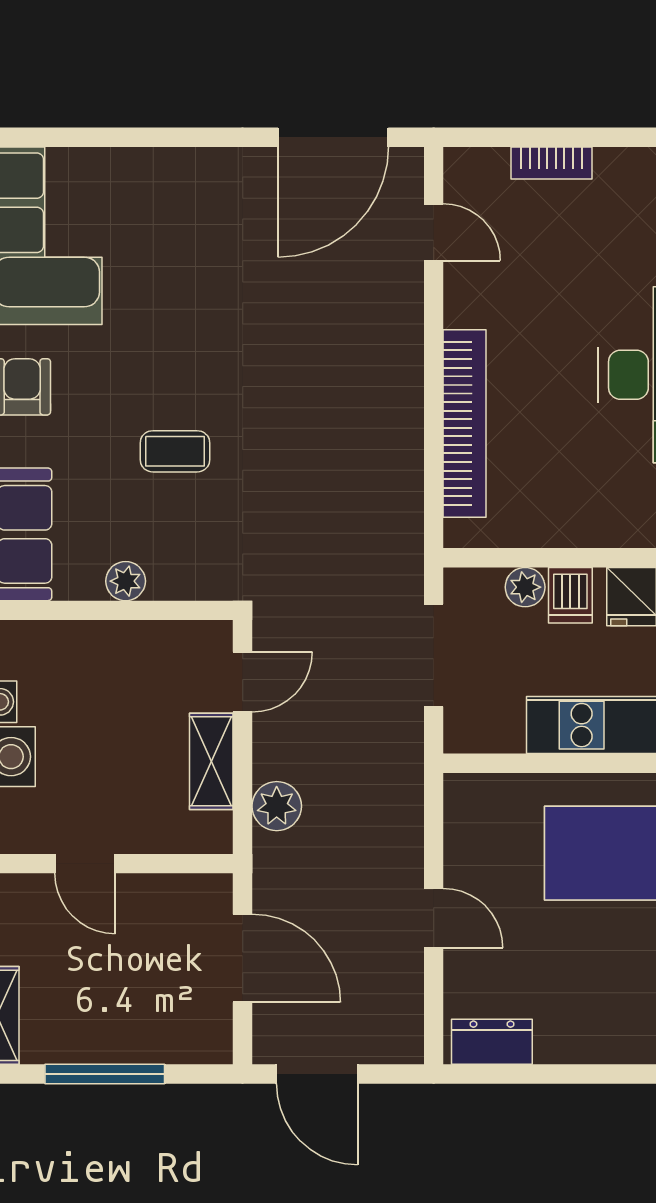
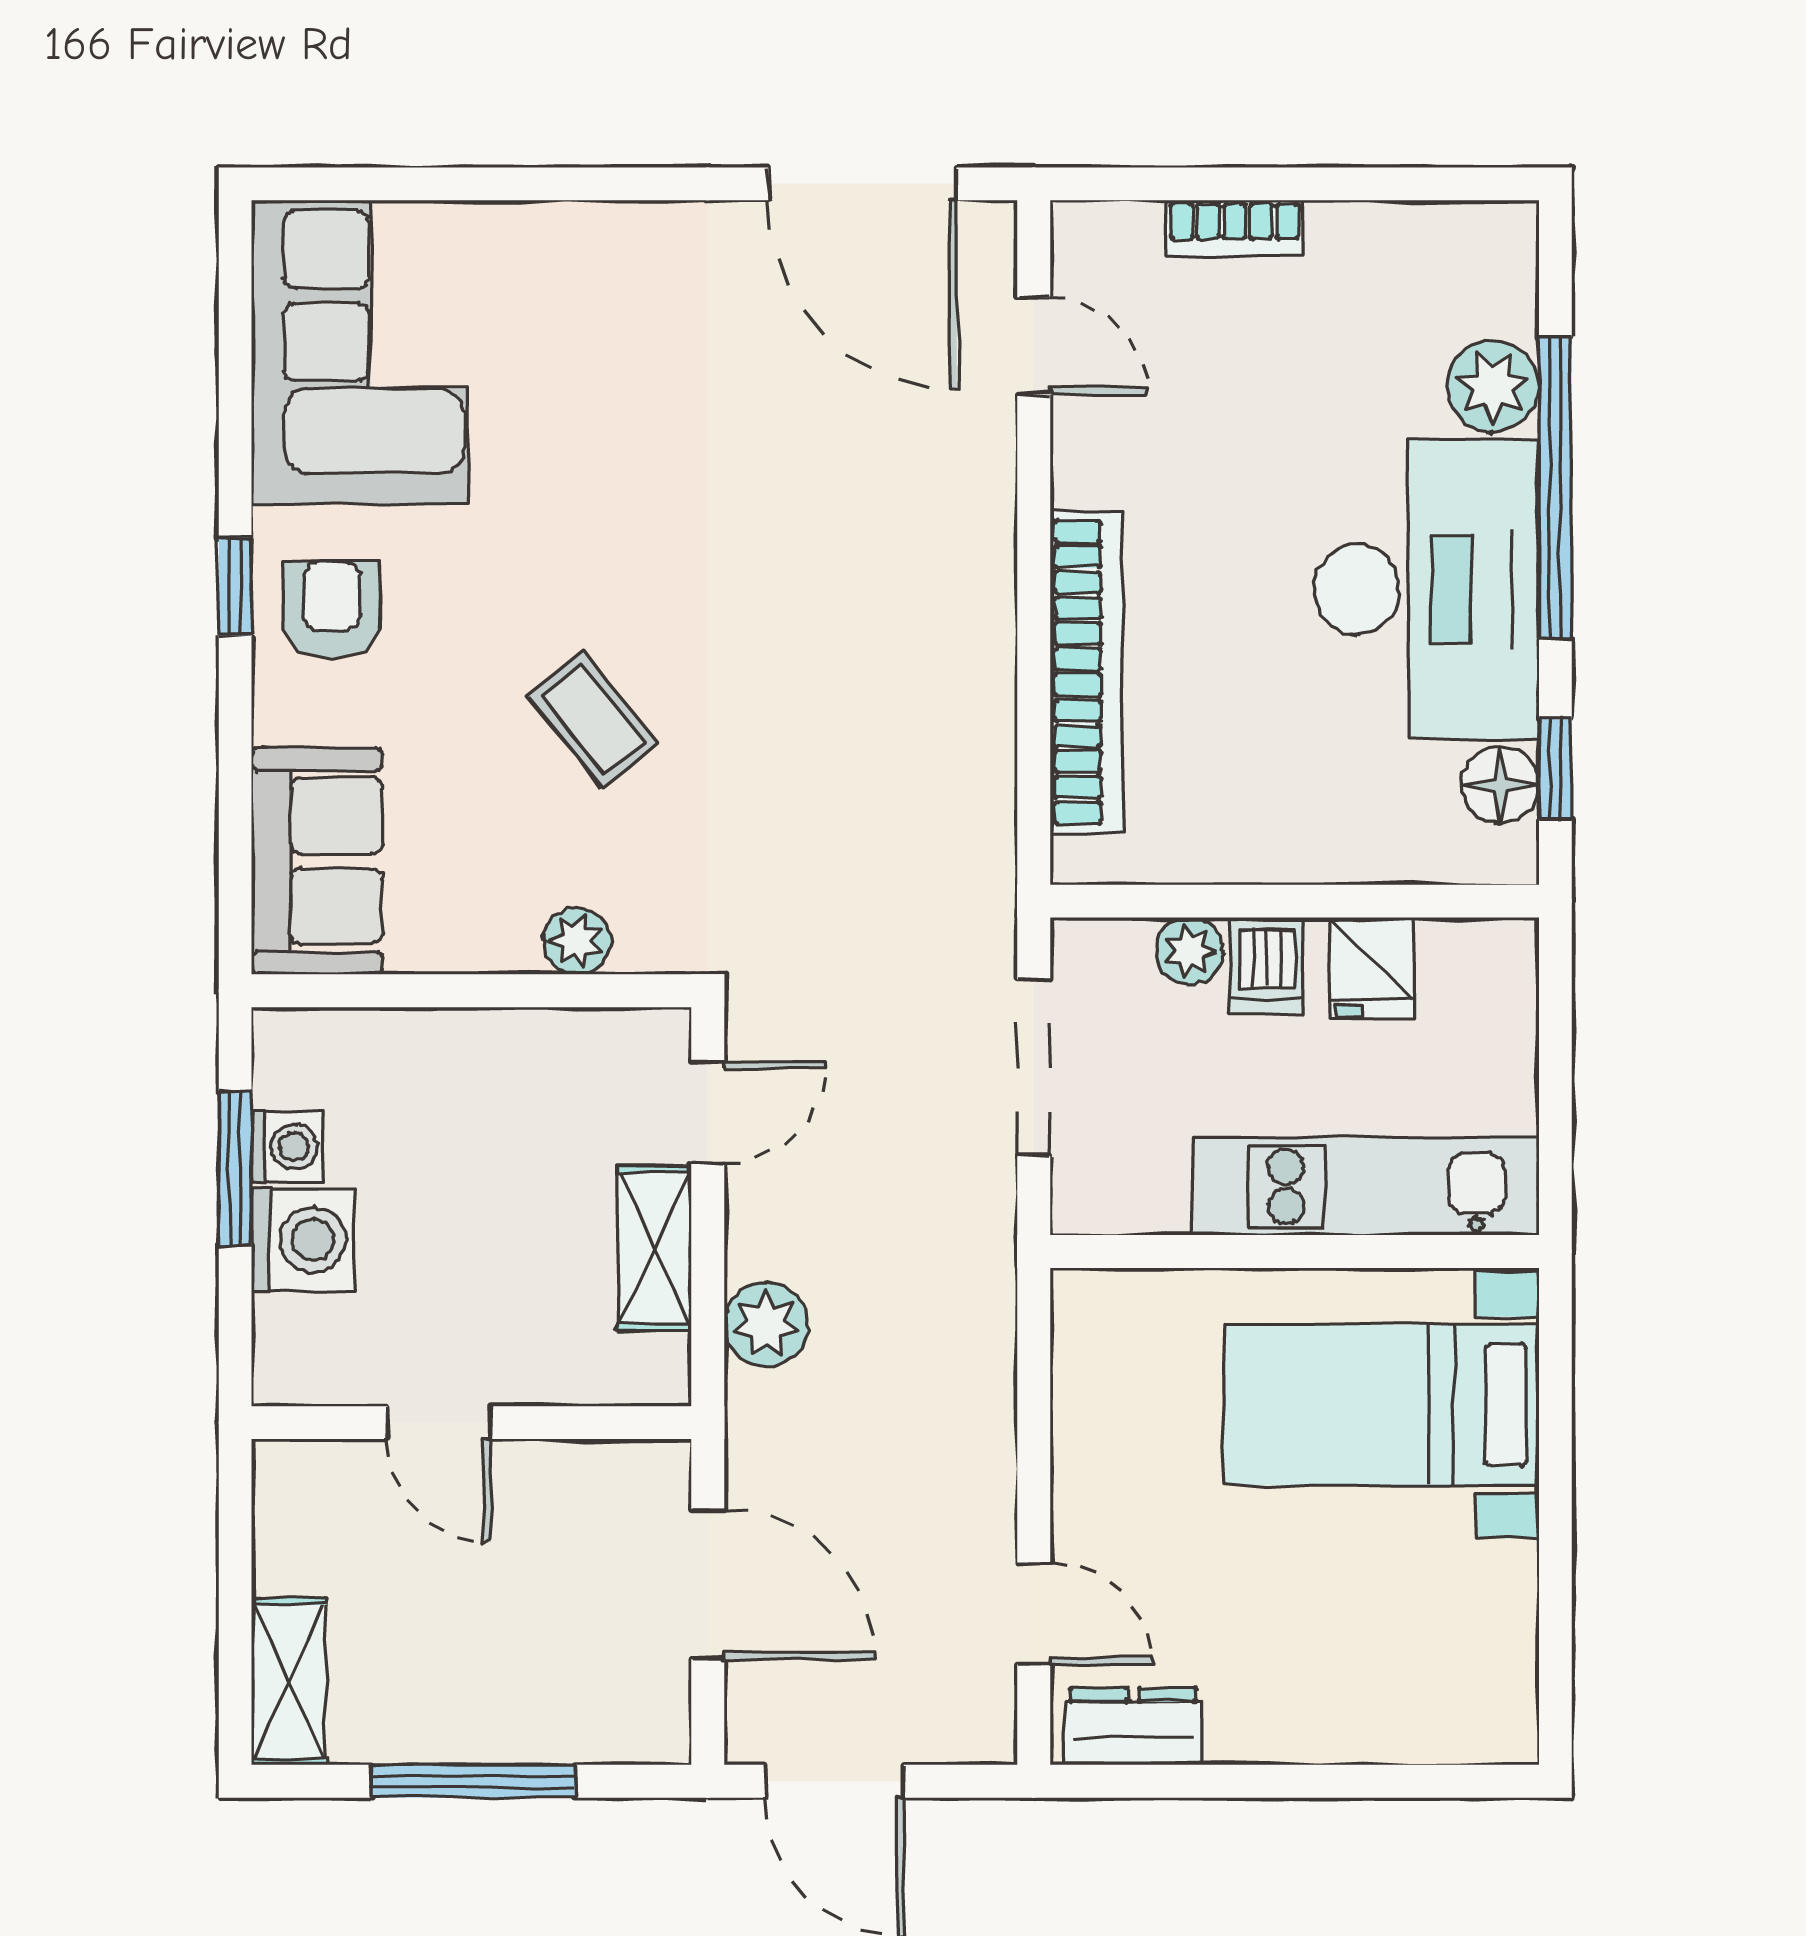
door: (333, 137) -> (862, 184), hinge flipped
coffee table: (175, 451) -> (593, 720), turned 51
plant: (126, 581) -> (577, 941), moved
door: (434, 918) -> (1034, 1614), moved

